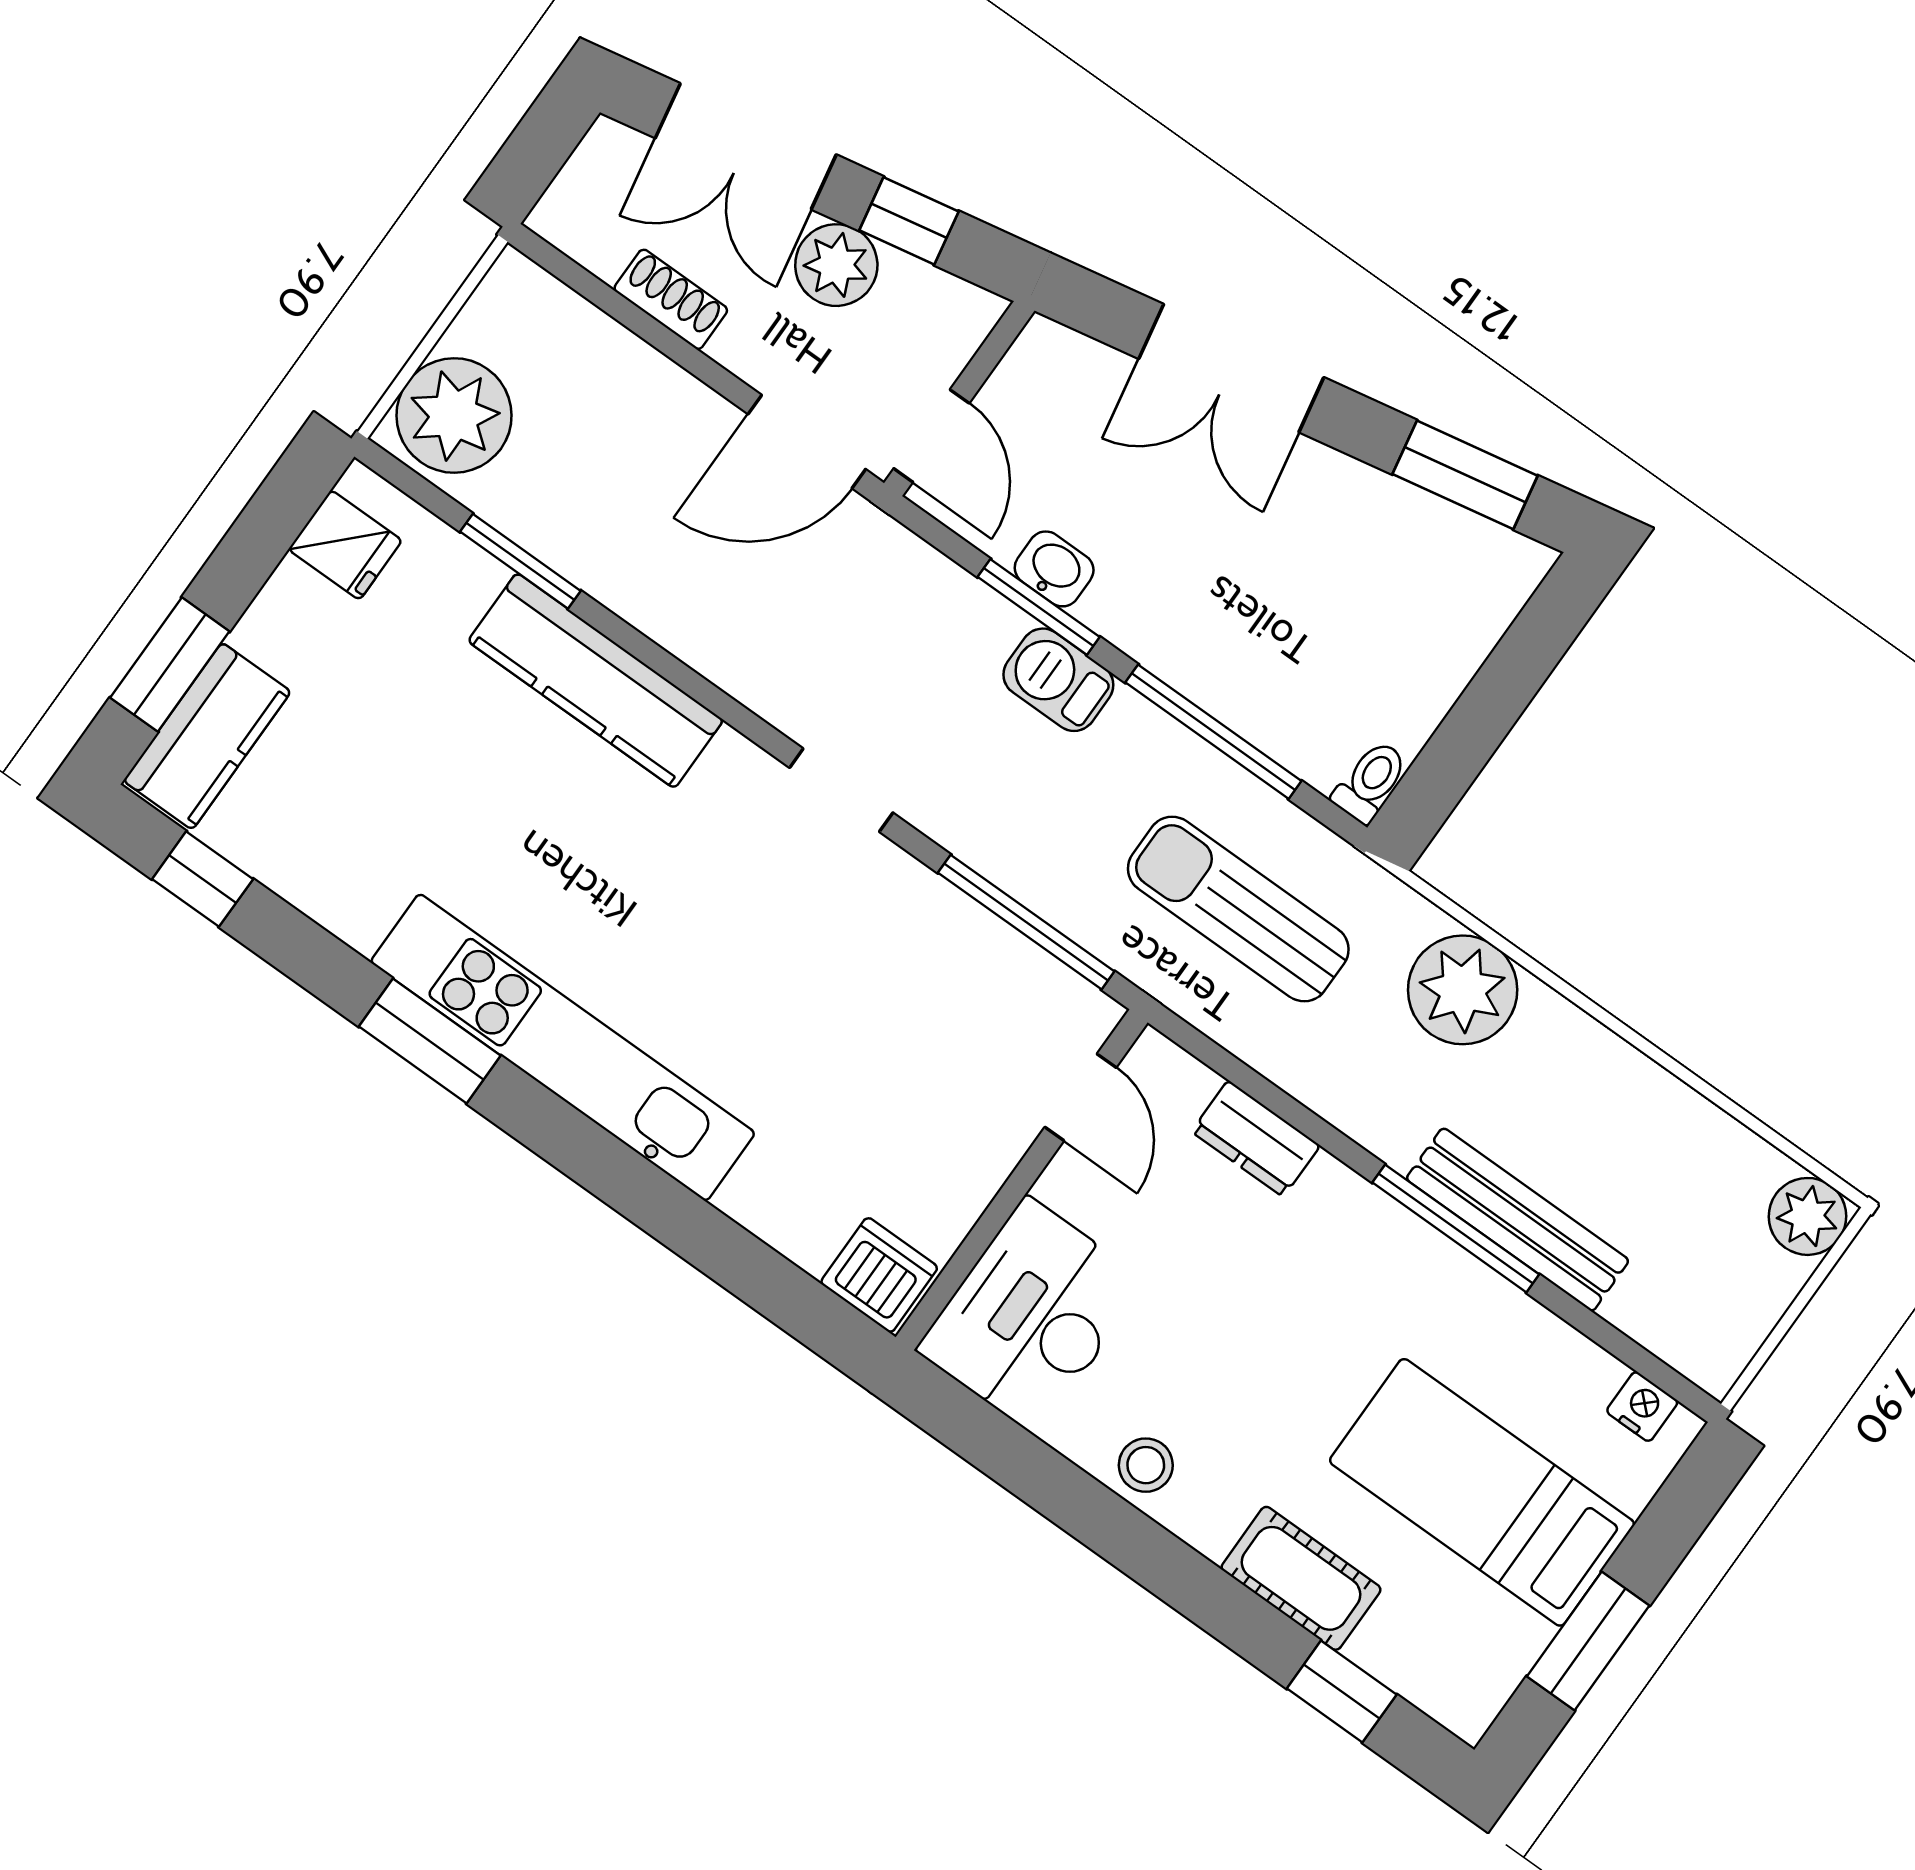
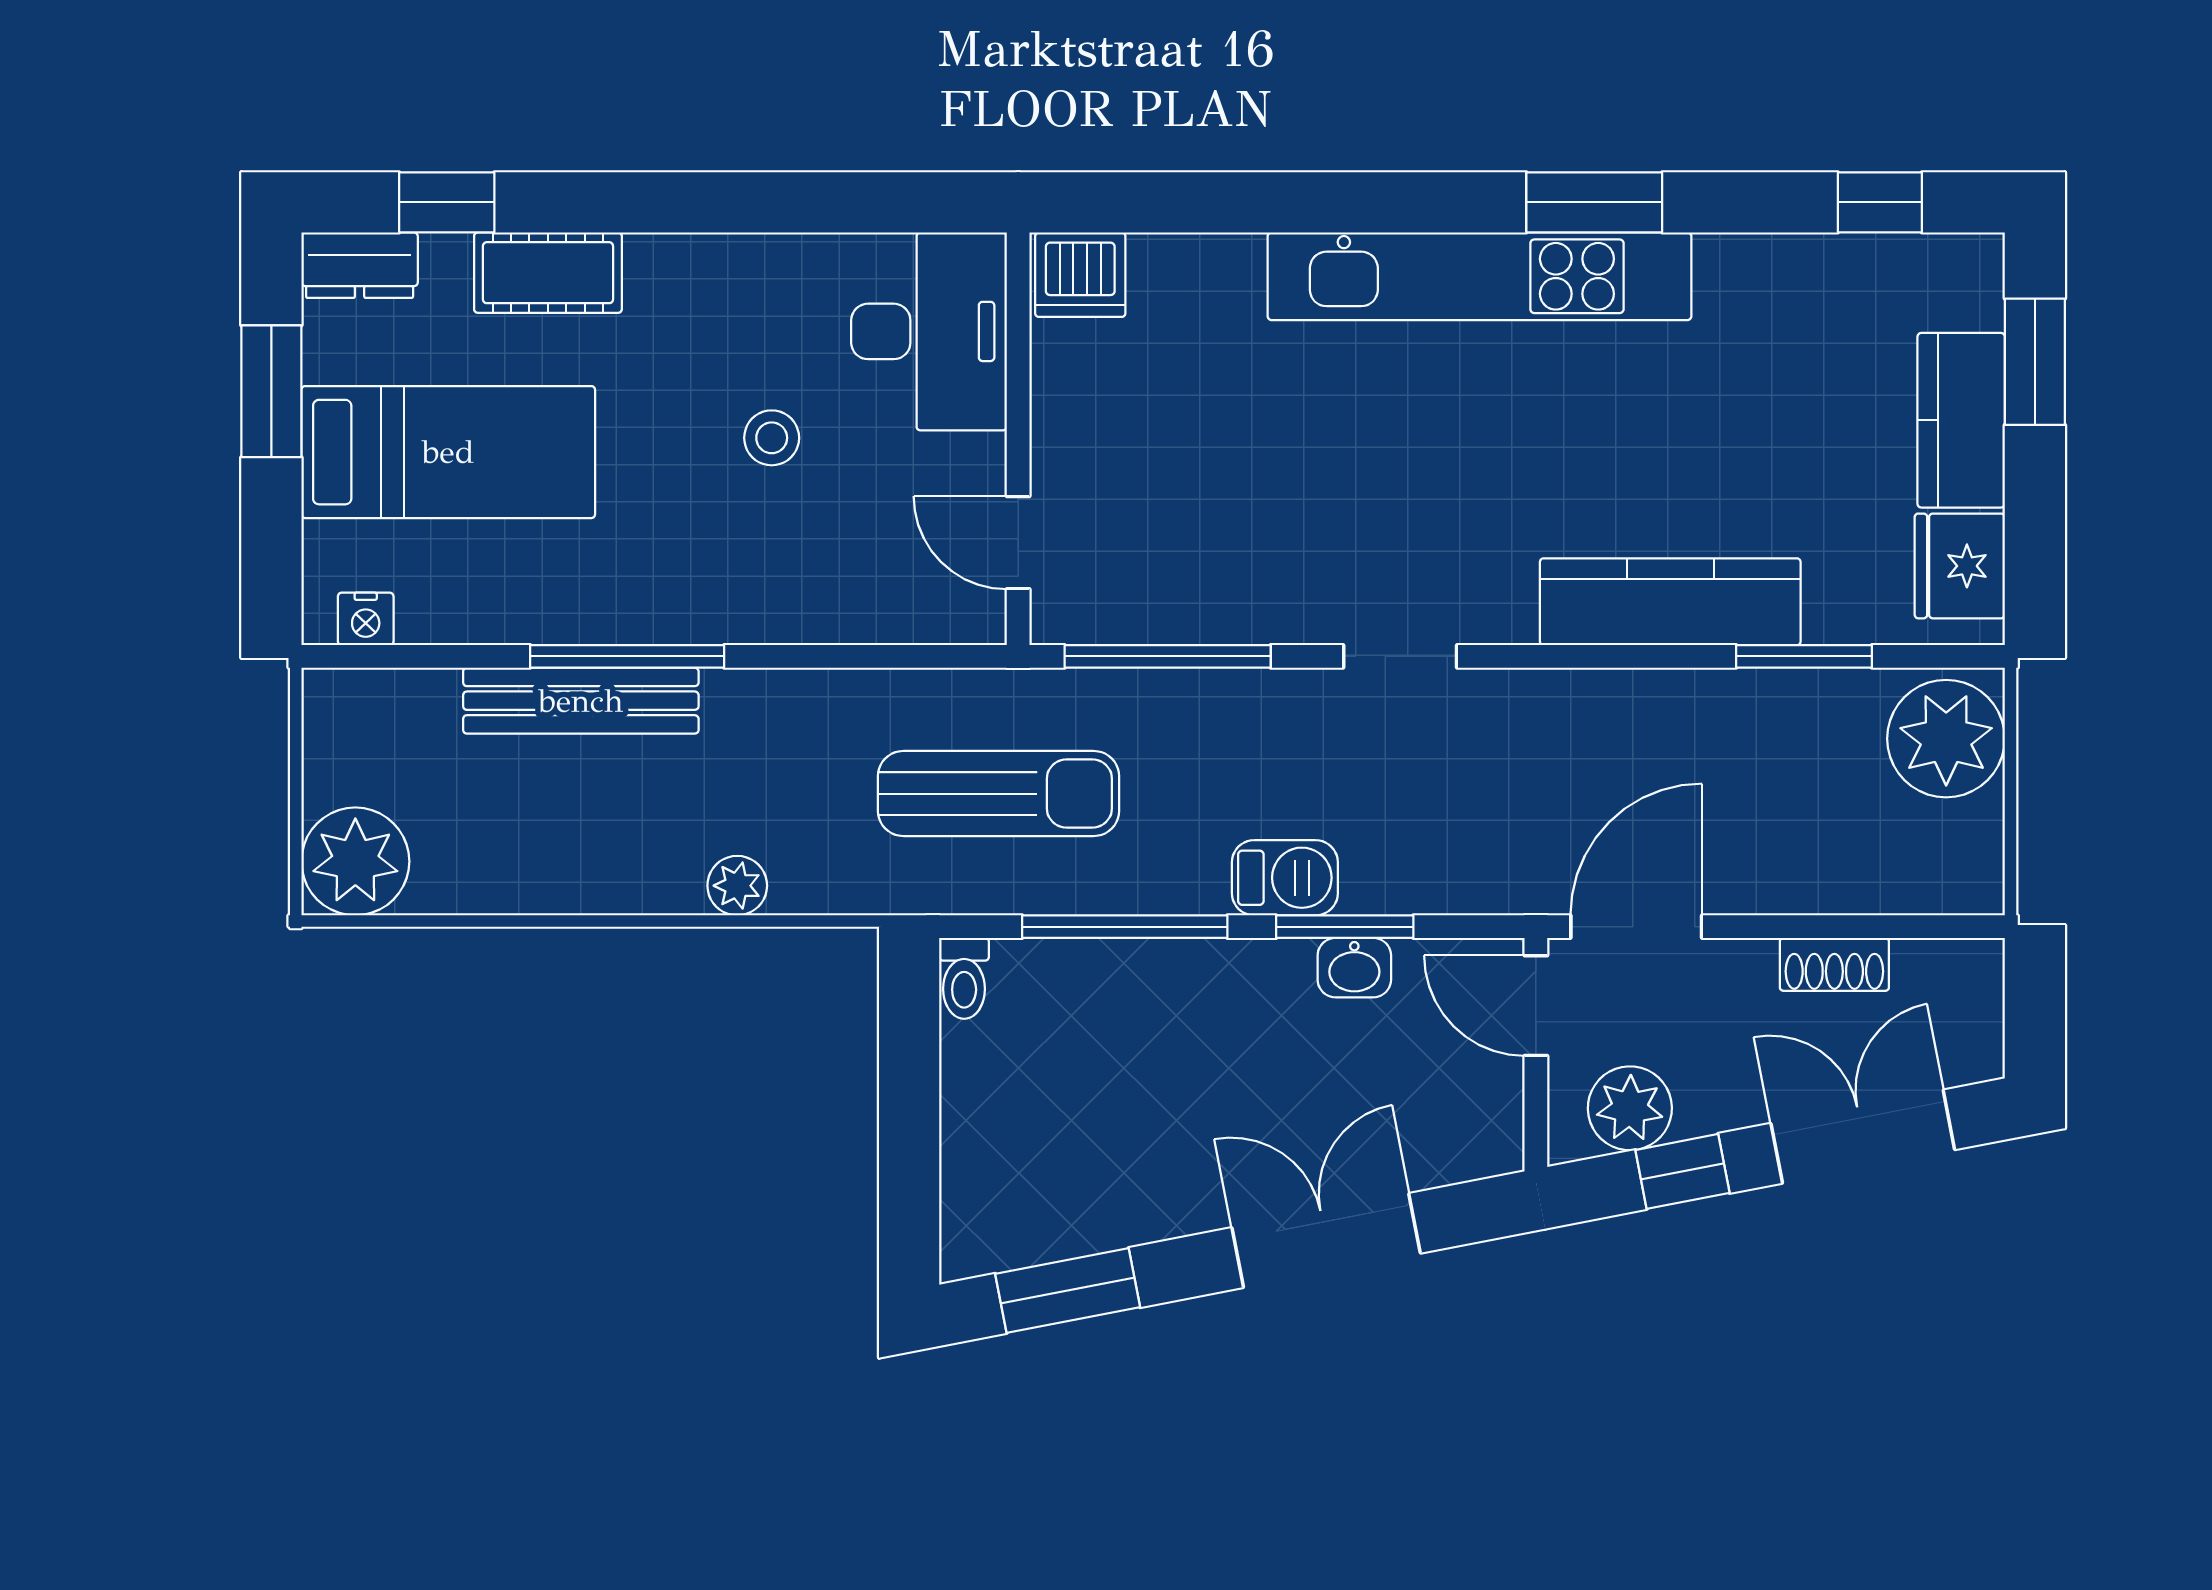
plant: (836, 265) -> (1630, 1108), moved
fridge: (345, 545) -> (1960, 566), width x1.38
kitchen counter: (207, 736) -> (1961, 420), moved
plant: (1463, 990) -> (737, 886), width x0.53, depth x0.53
dresser: (1256, 1139) -> (360, 265), moved, turned 180
plant: (1808, 1216) -> (355, 861), width x1.36, depth x1.36
stool: (1146, 1465) -> (772, 438), moved

